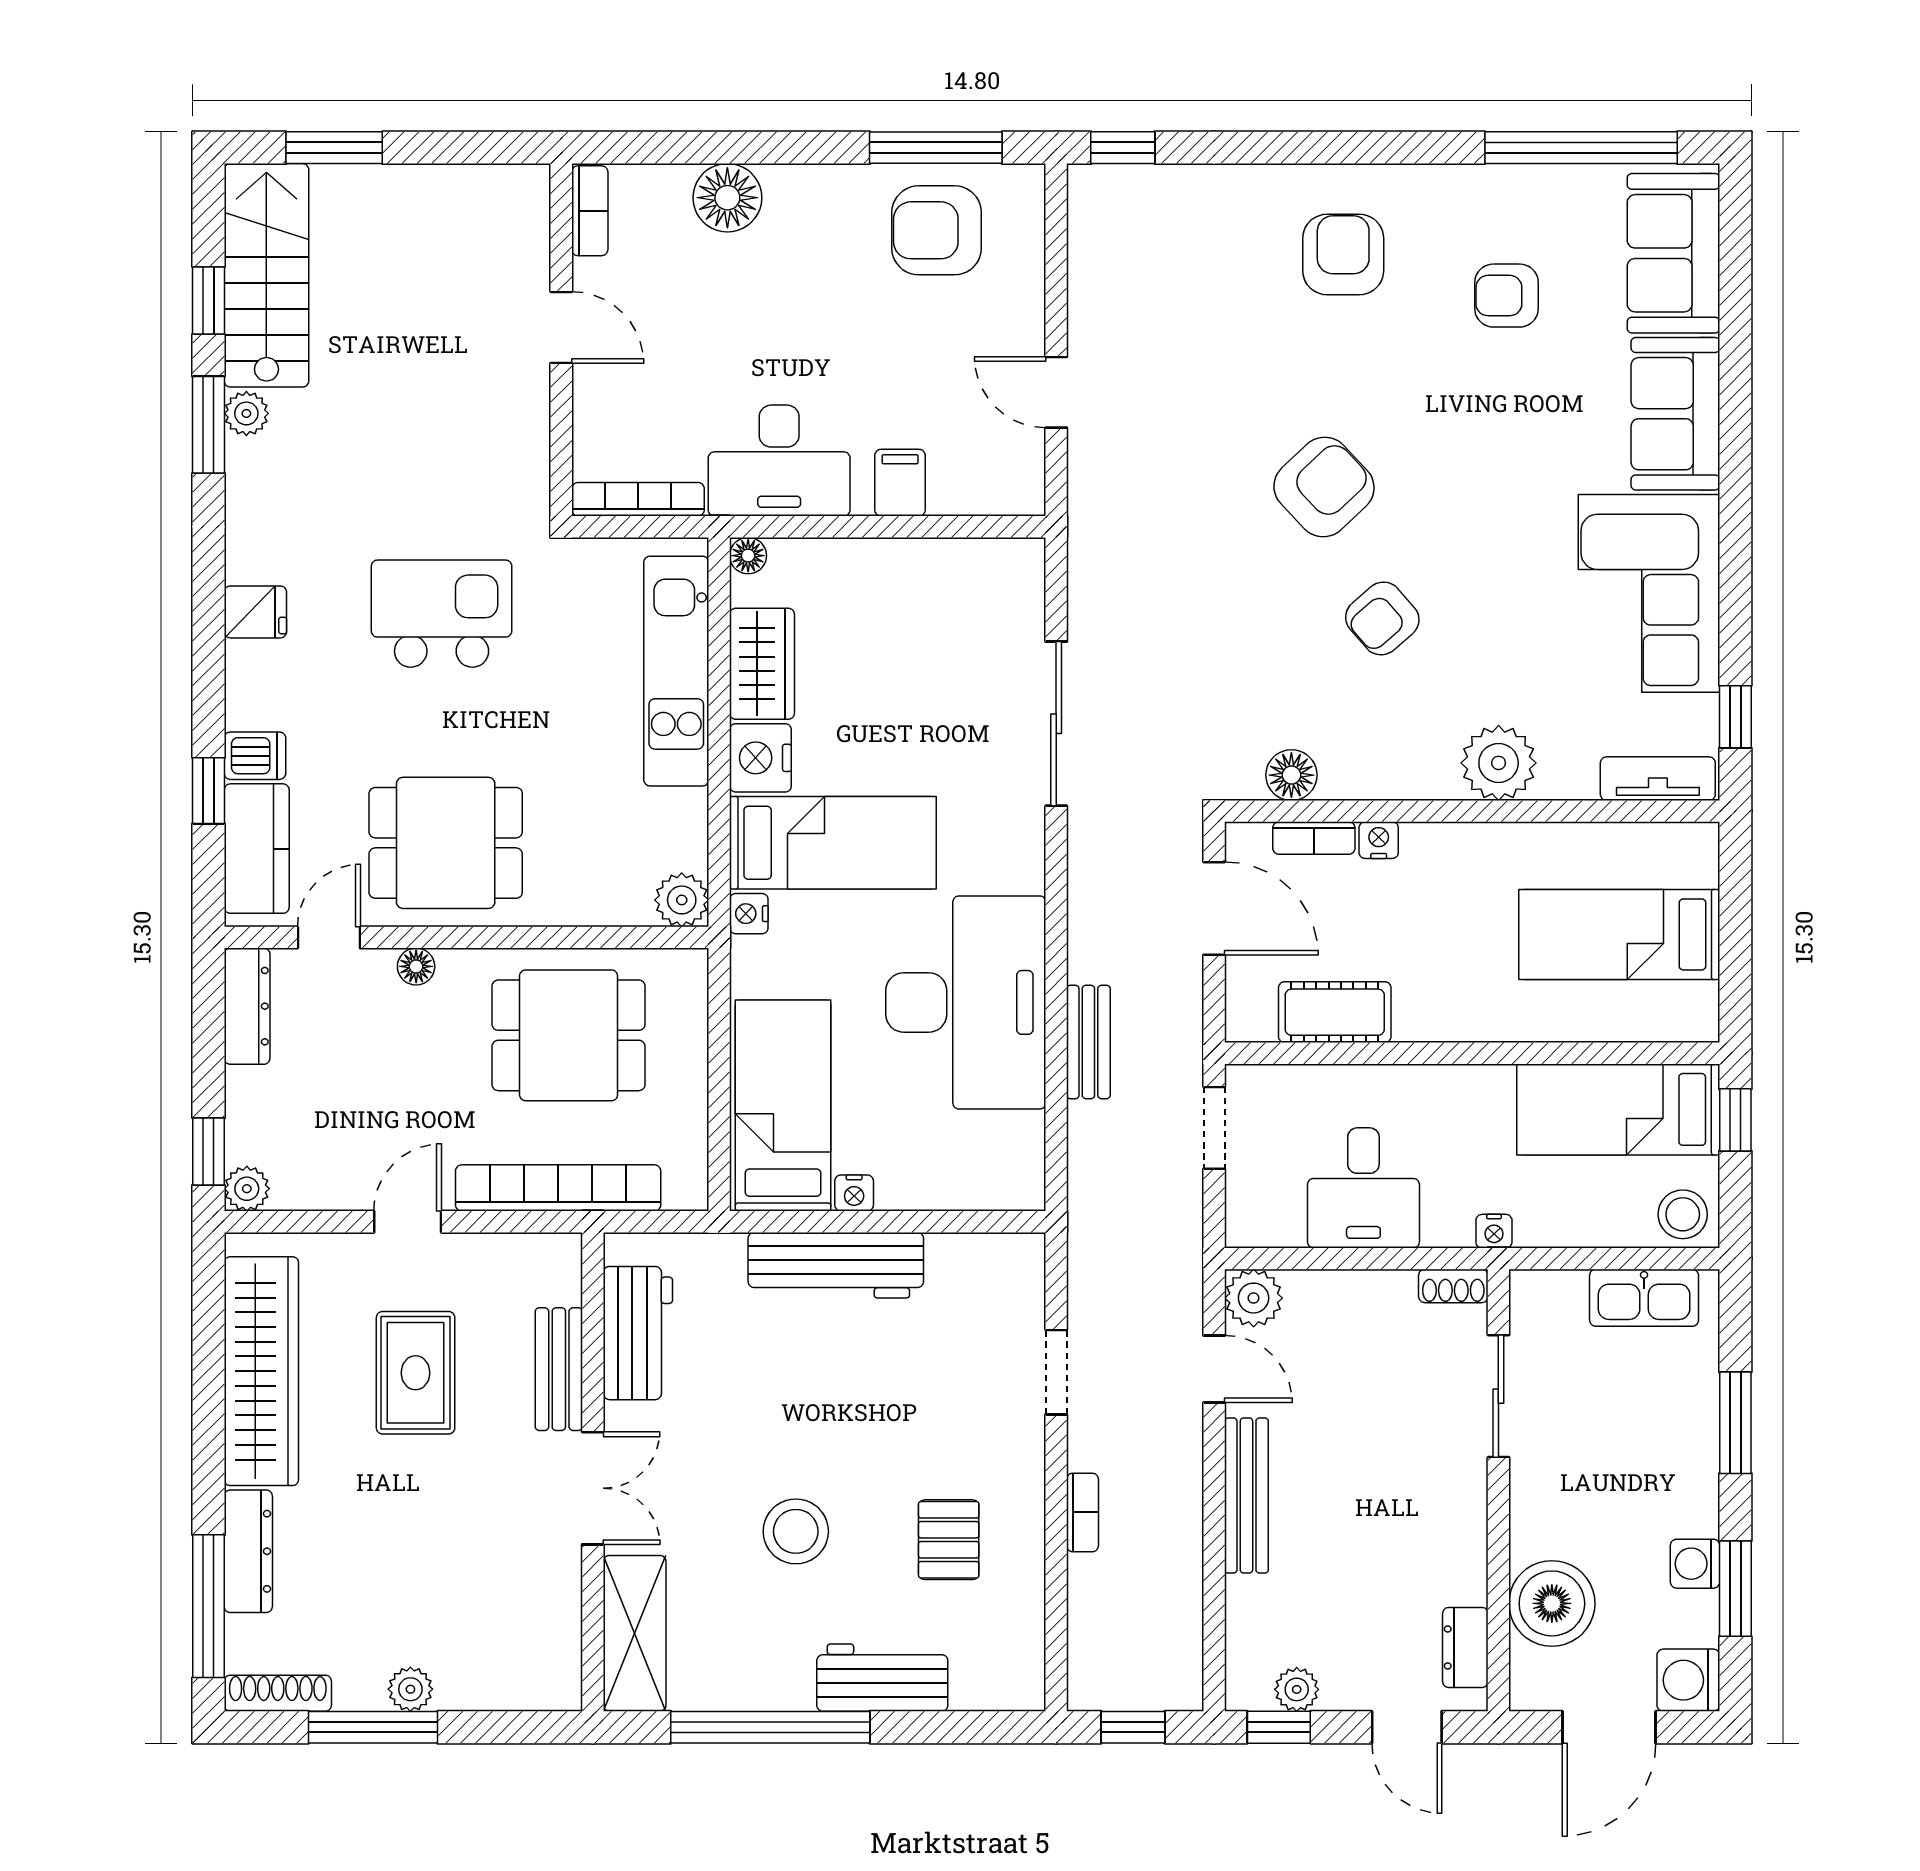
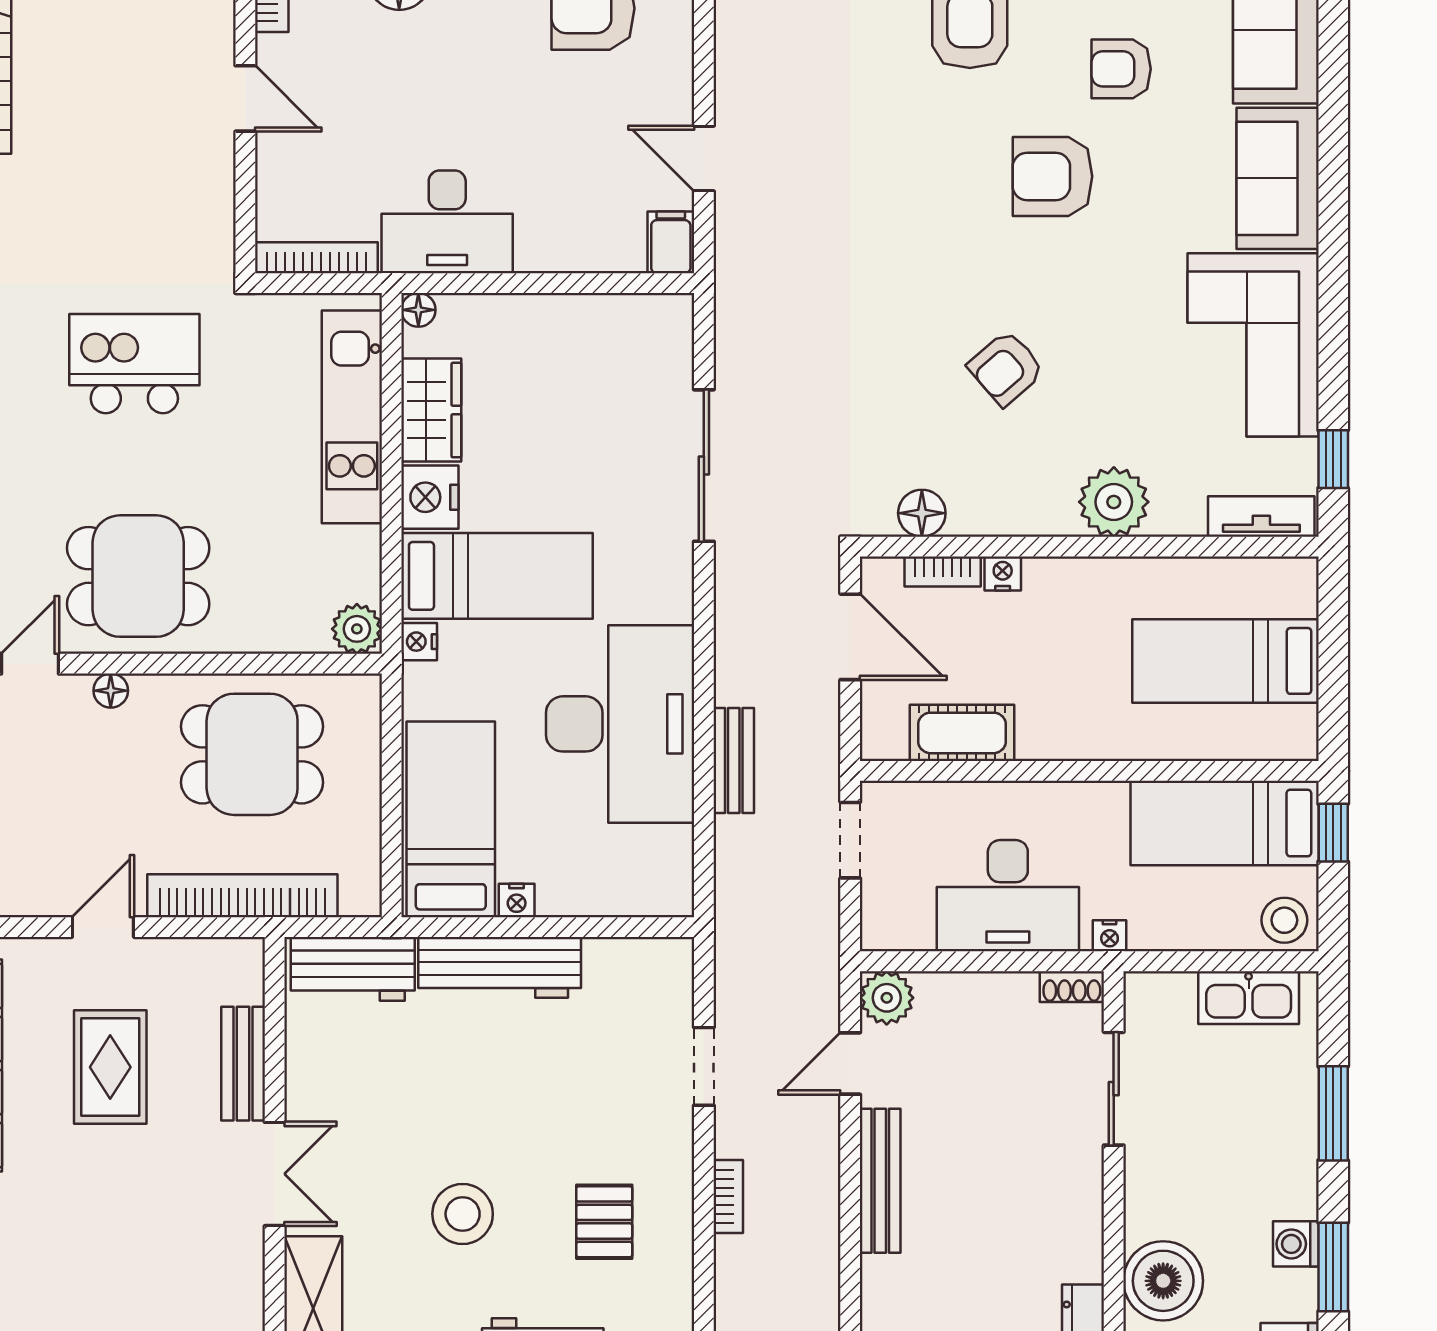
filing cabinet: (900, 483) -> (671, 242), moved
armchair: (1324, 487) -> (1052, 176), moved, turned -137
desk: (1363, 1188) -> (1008, 896), width x1.37
workbench: (638, 1333) -> (353, 969), moved, turned 90
door: (1214, 1369) -> (850, 1064), swing flipped

